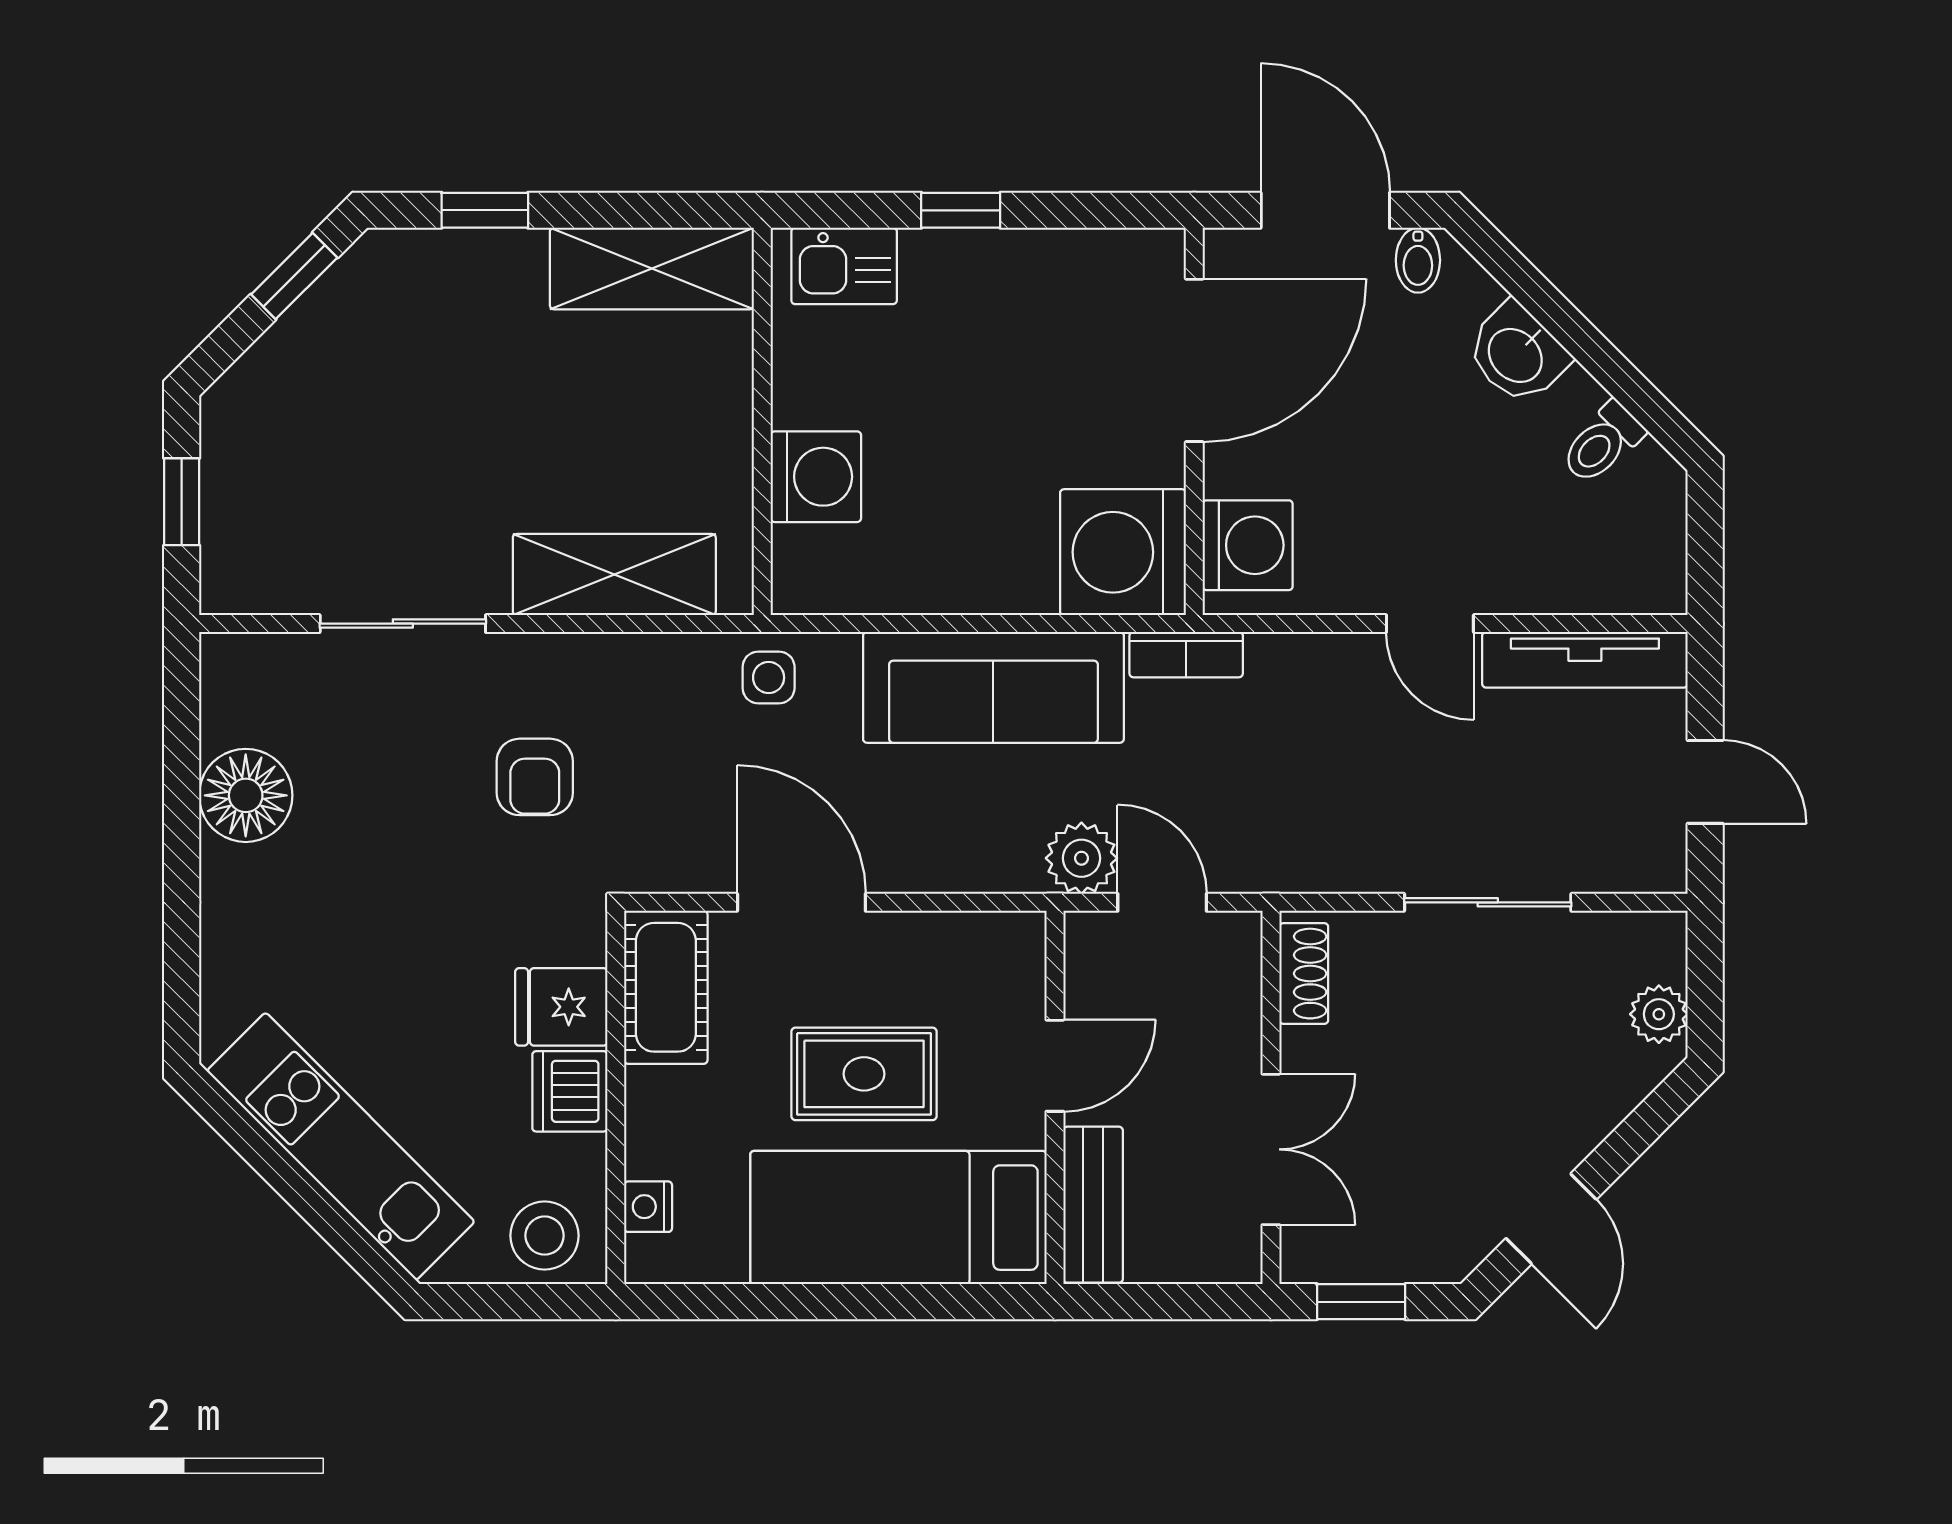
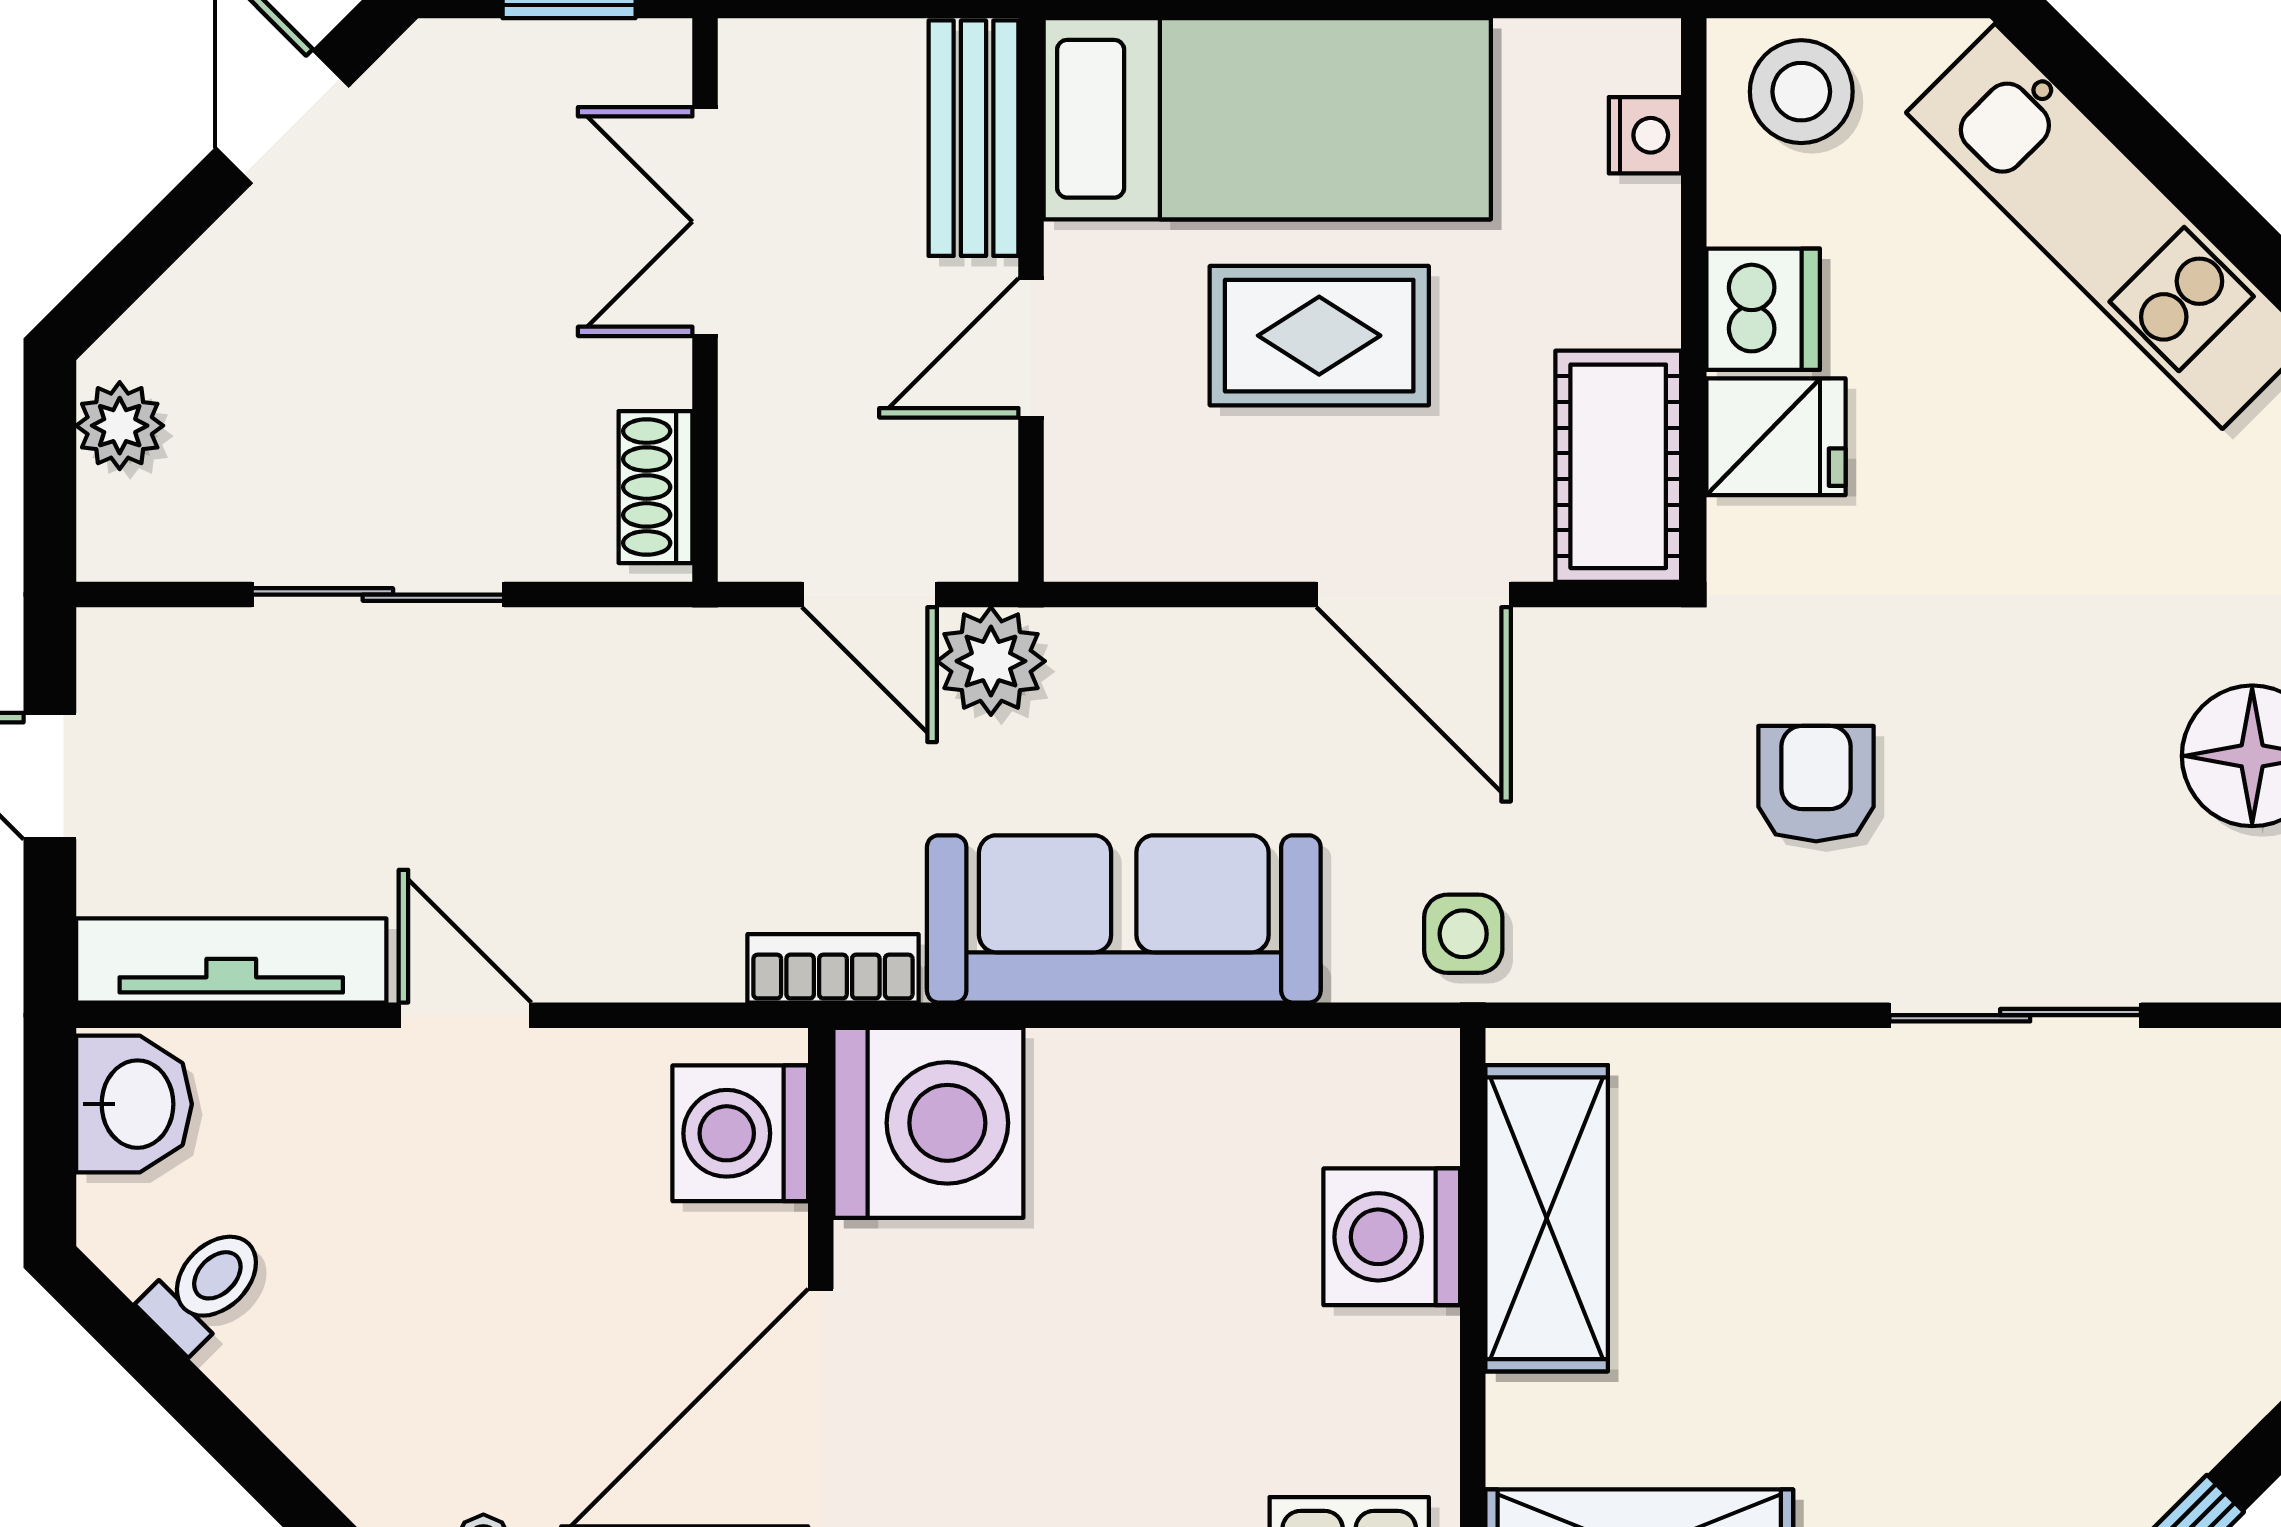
washbasin: (1517, 354) -> (134, 1104), moved, turned 45
shelving: (614, 575) -> (1547, 1218), moved, turned 90

